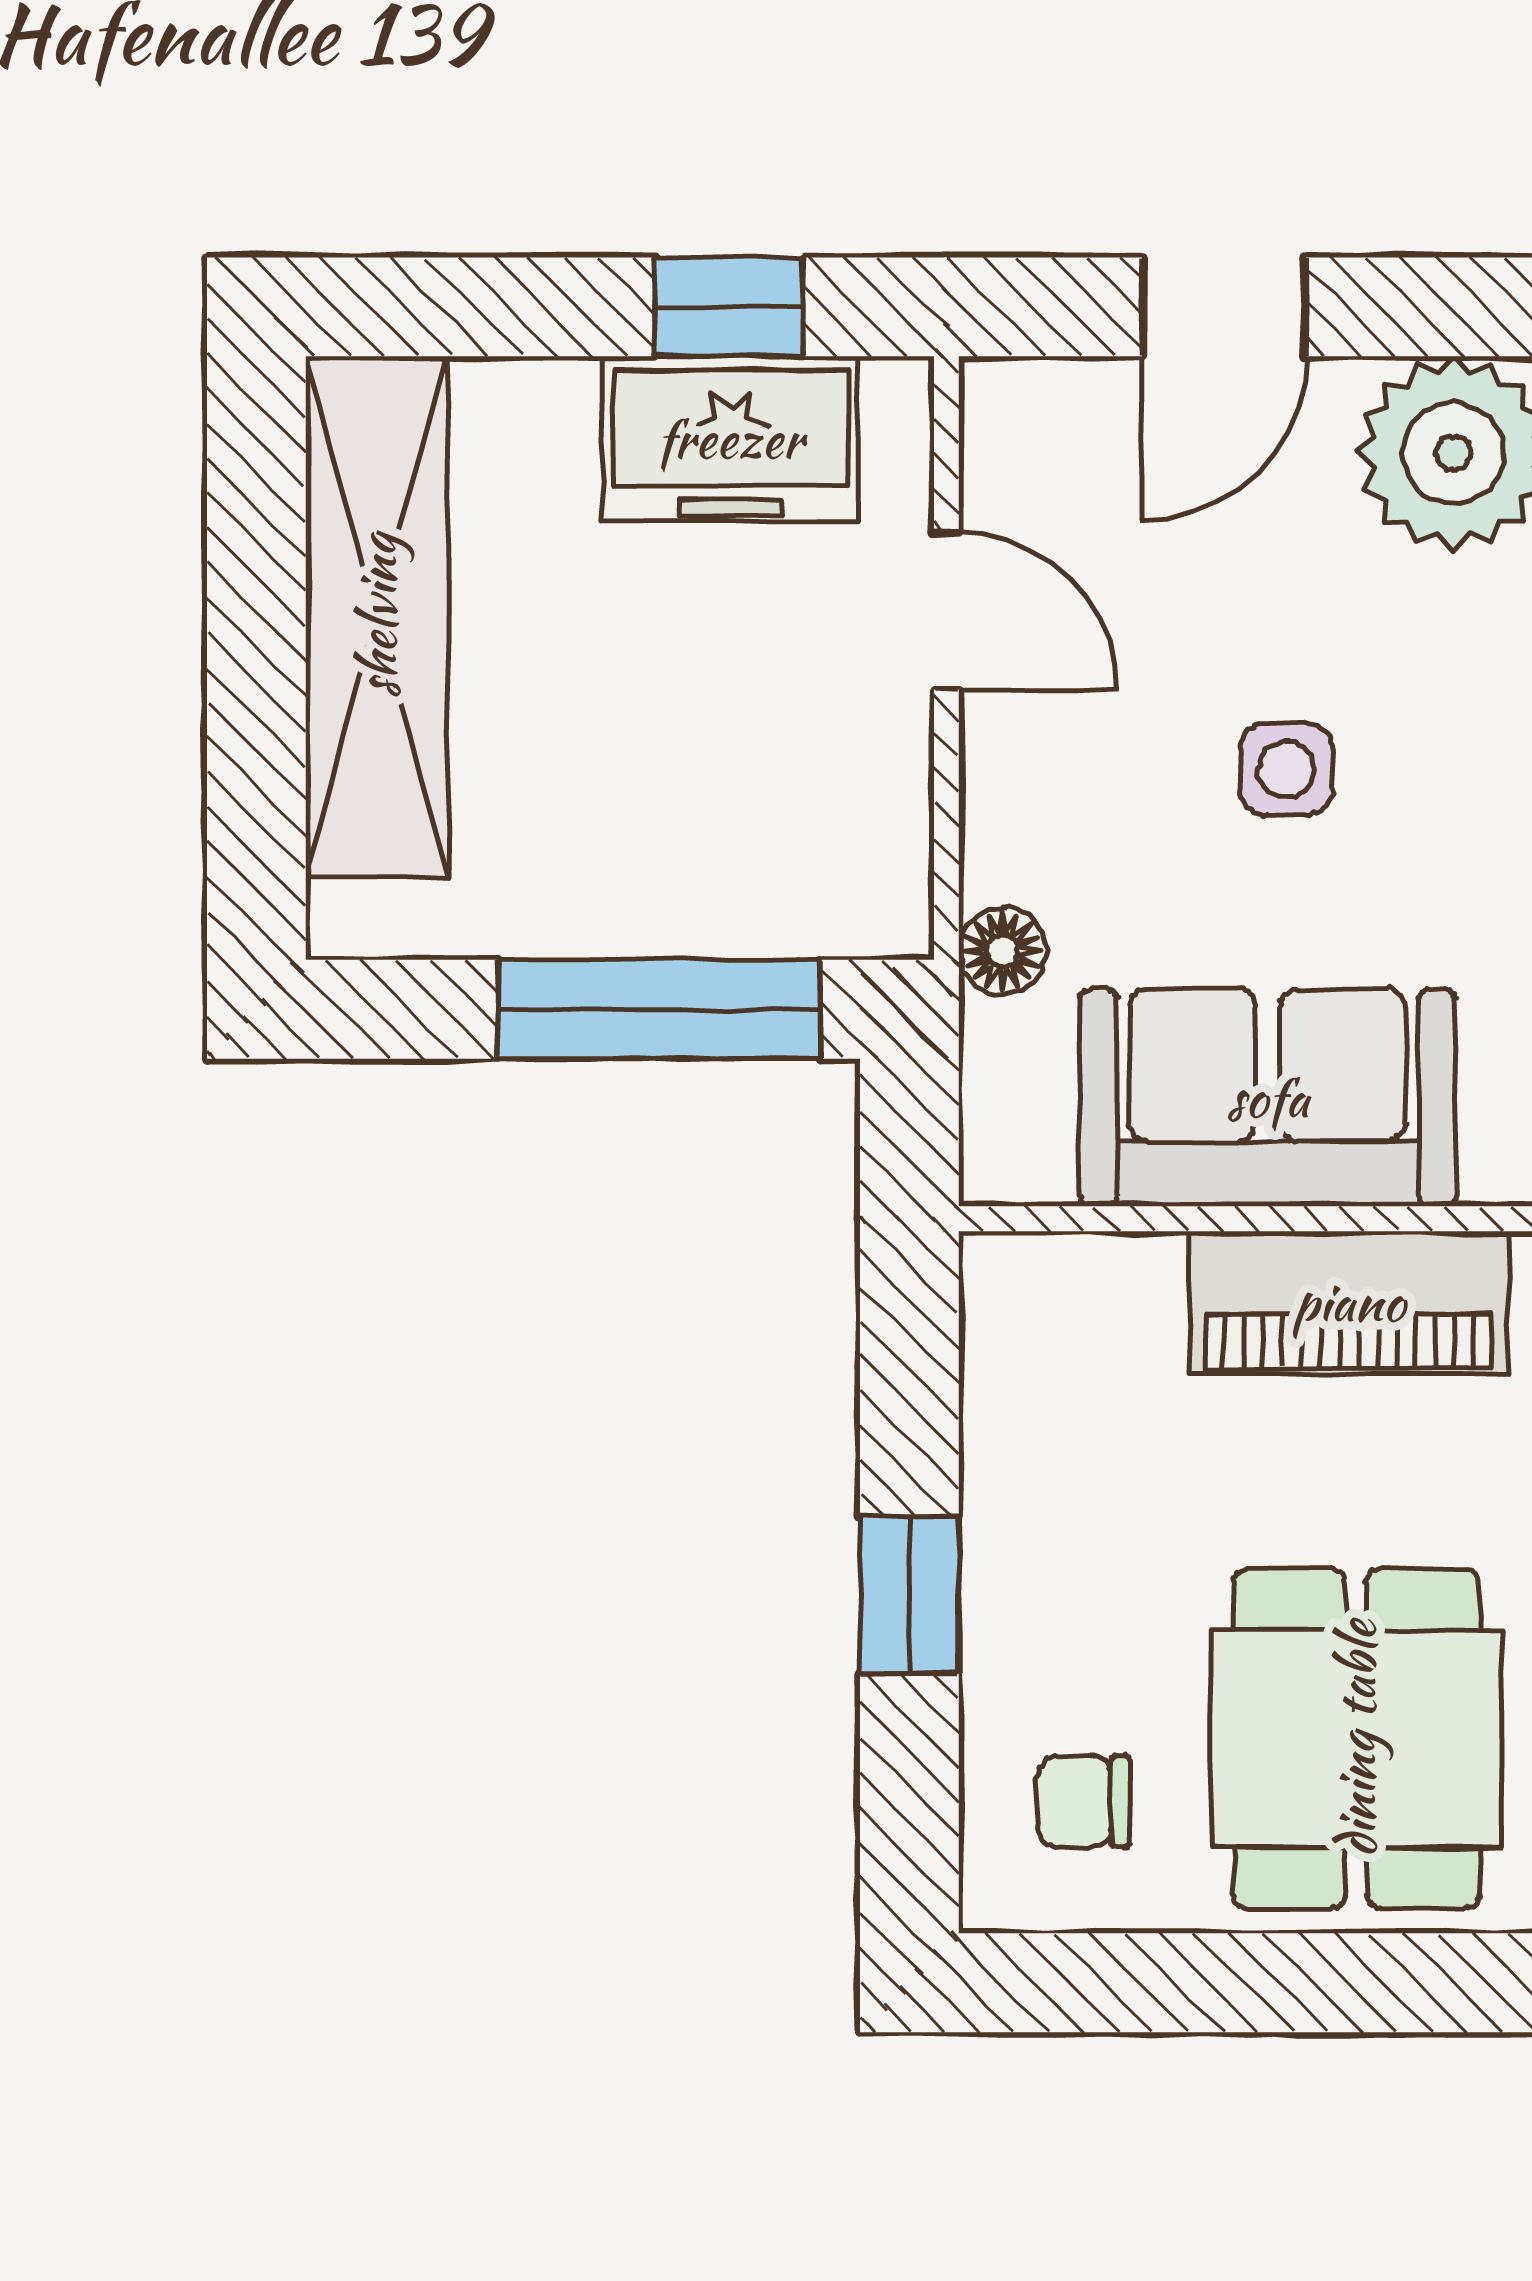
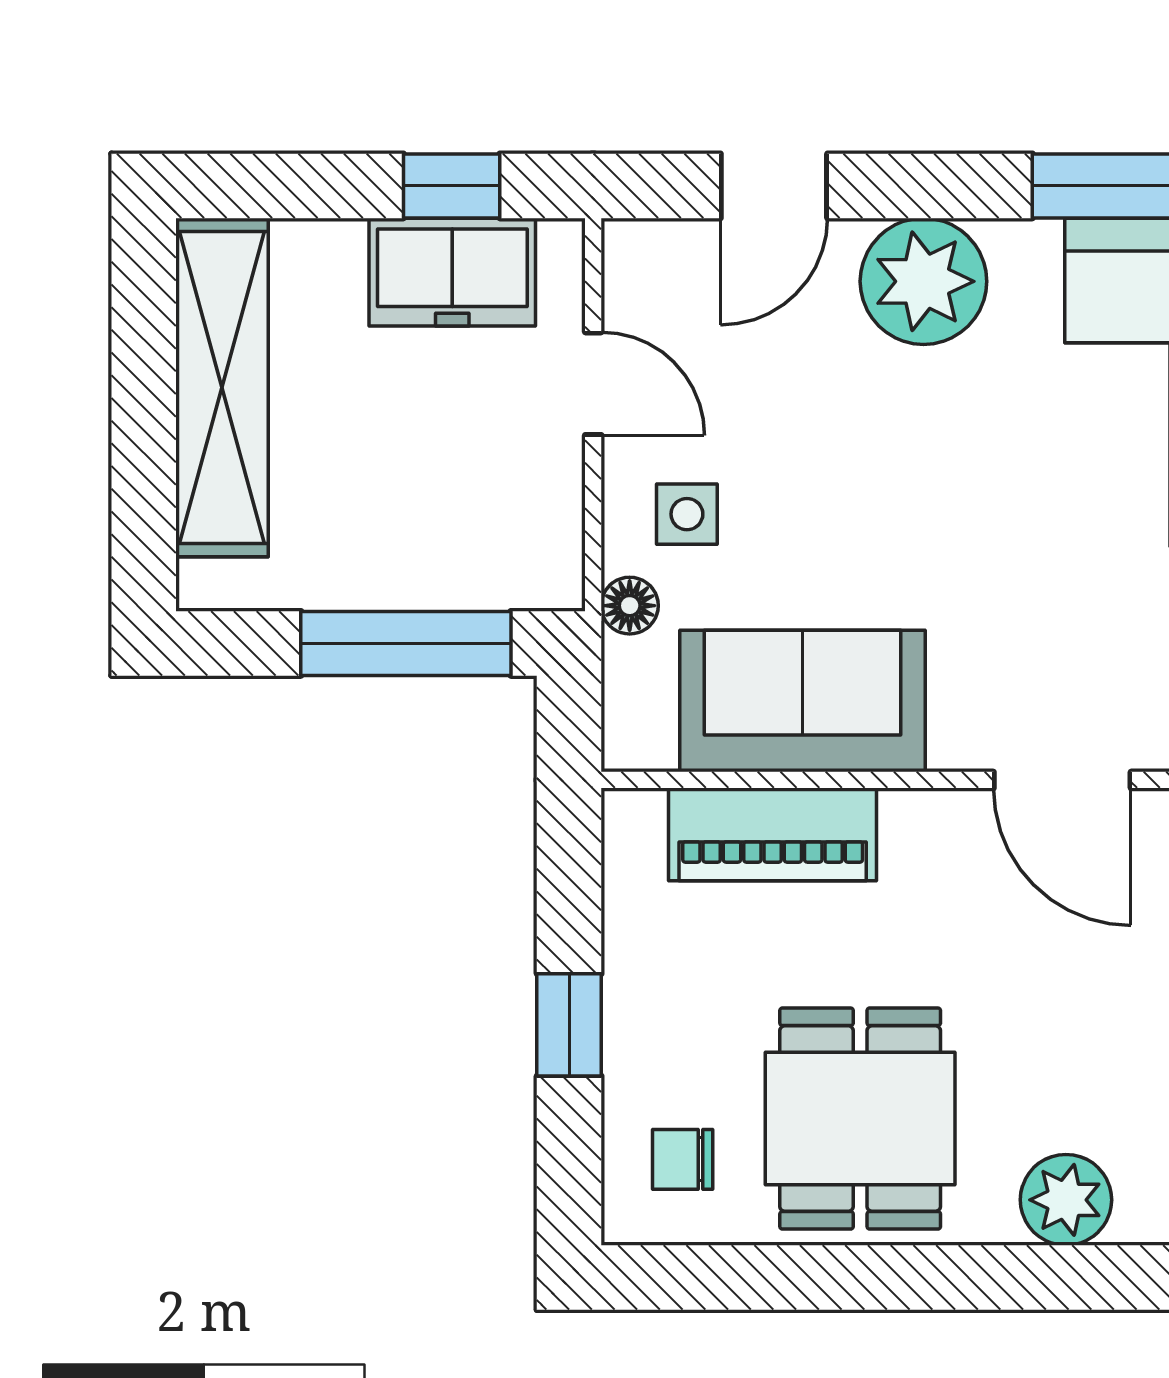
side table: (1286, 769) -> (687, 514), moved
piano: (1349, 1302) -> (773, 834), moved

